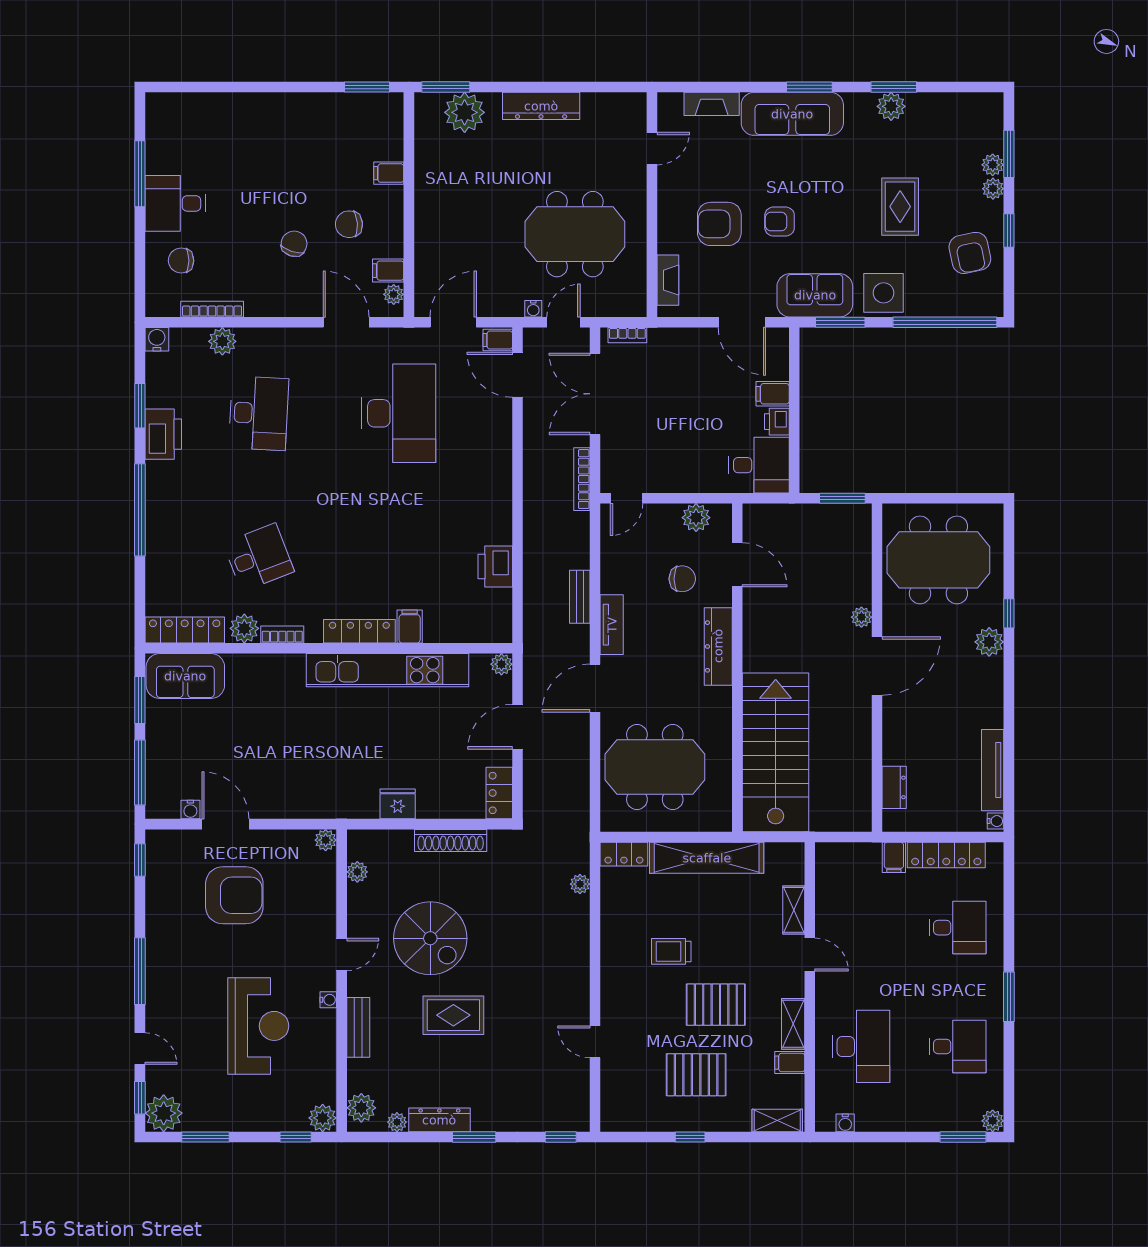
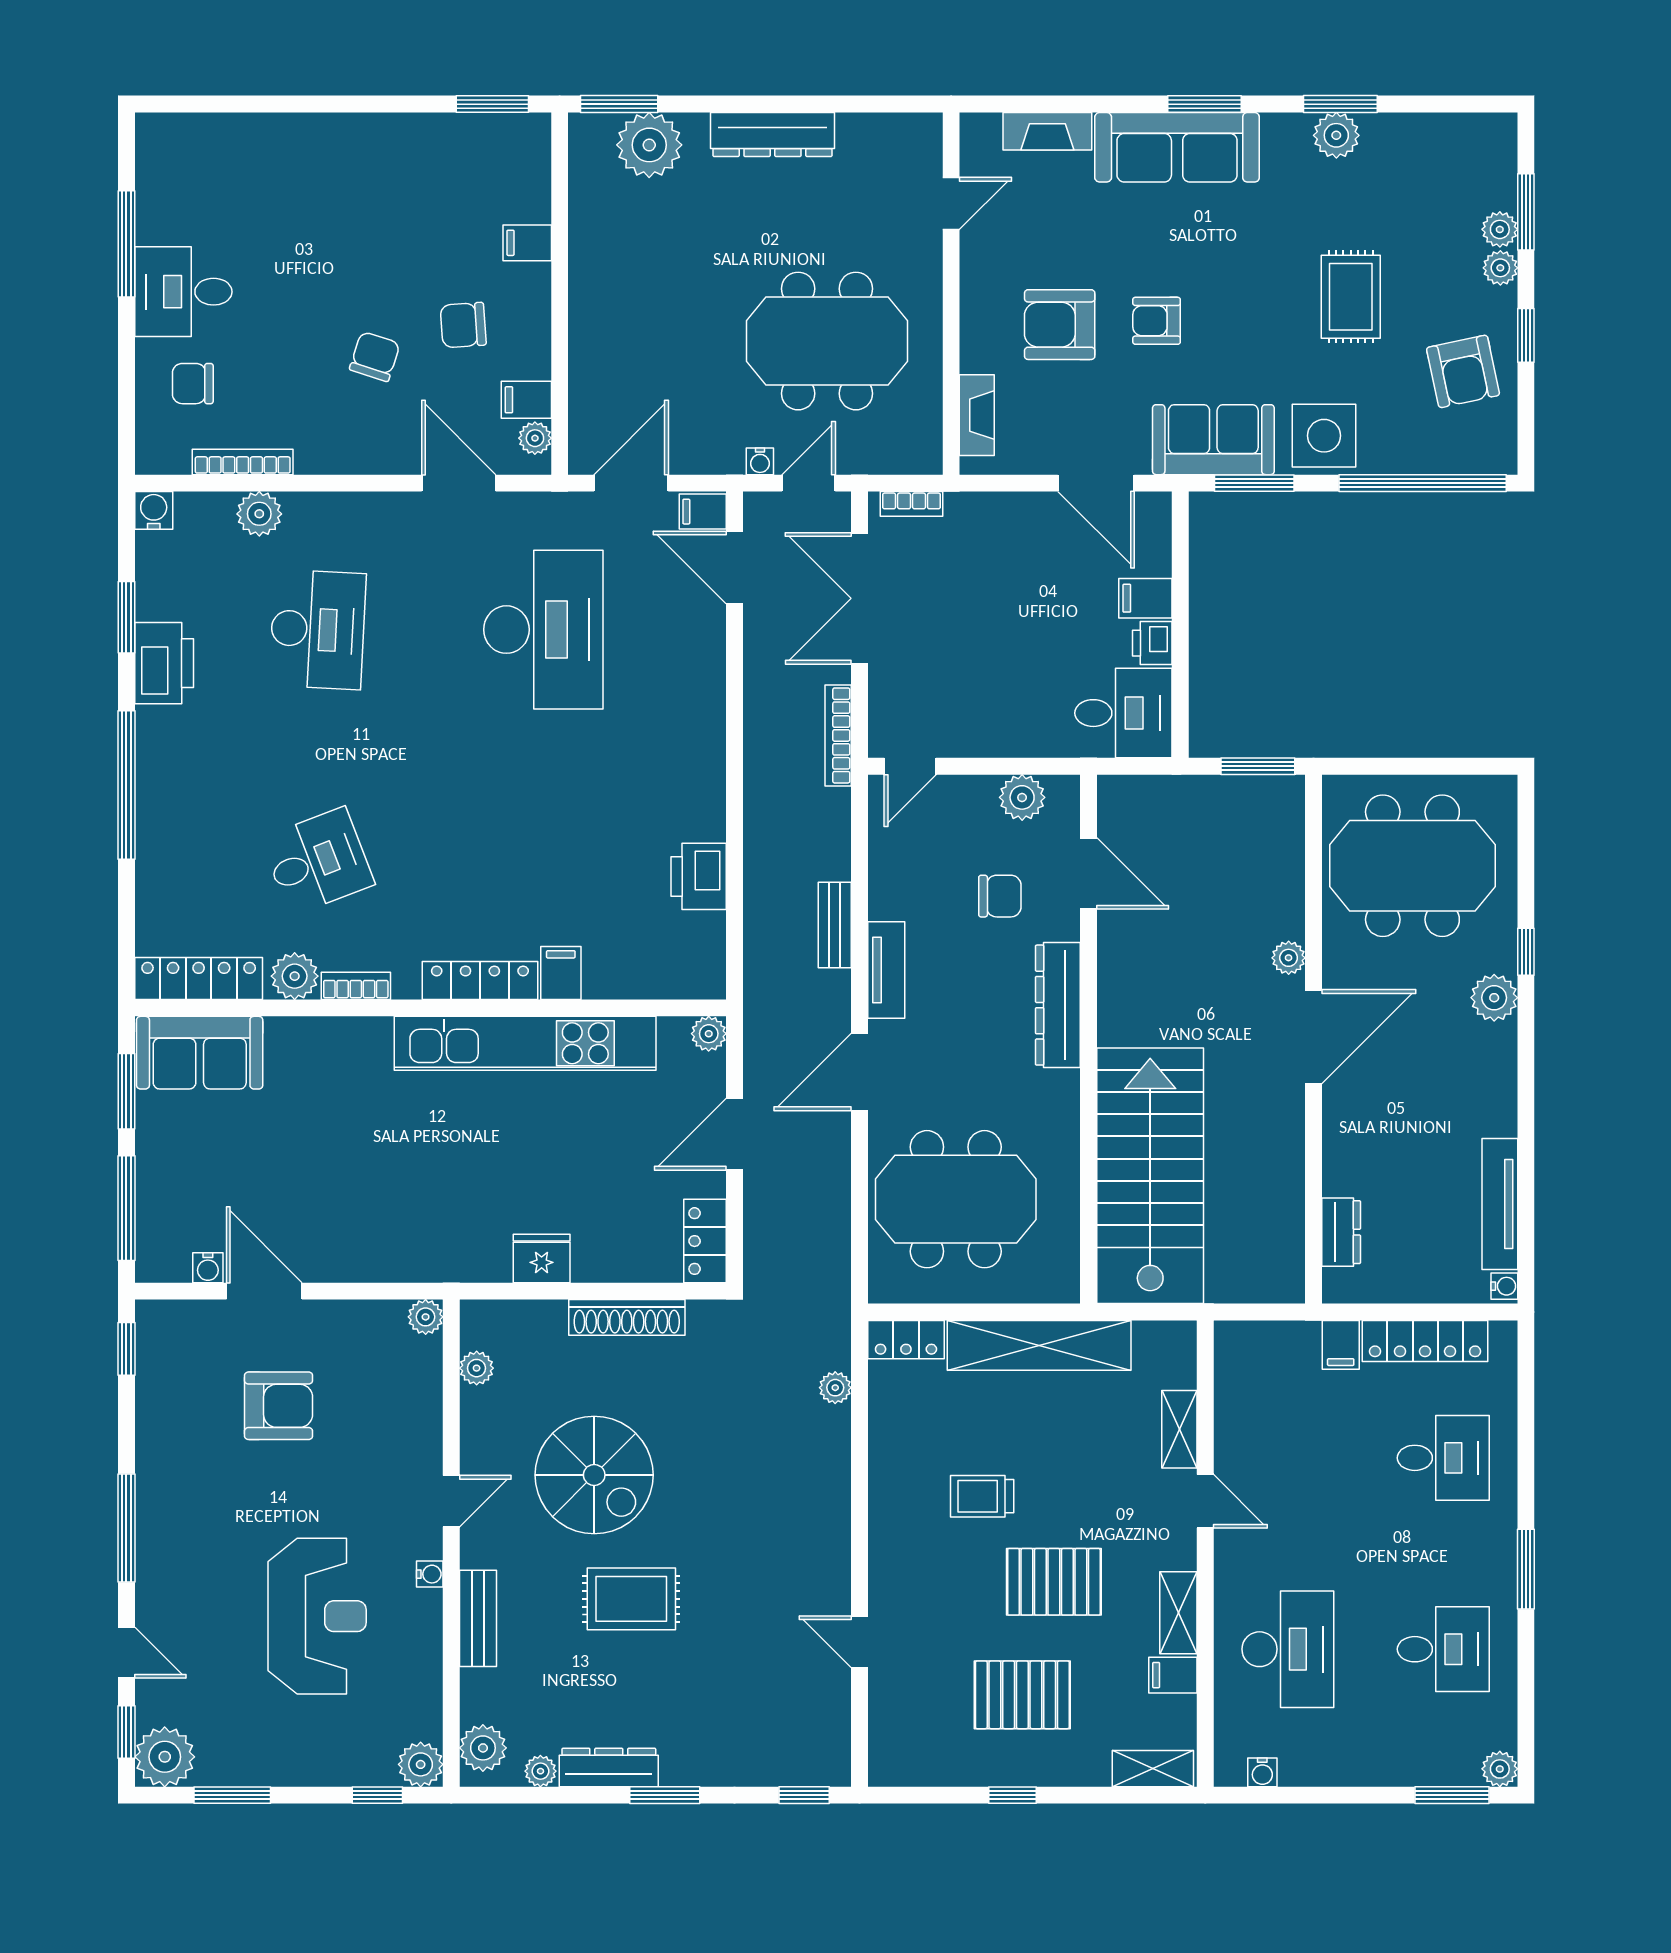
armchair: (234, 895) -> (279, 1406), width x0.73, depth x0.73

